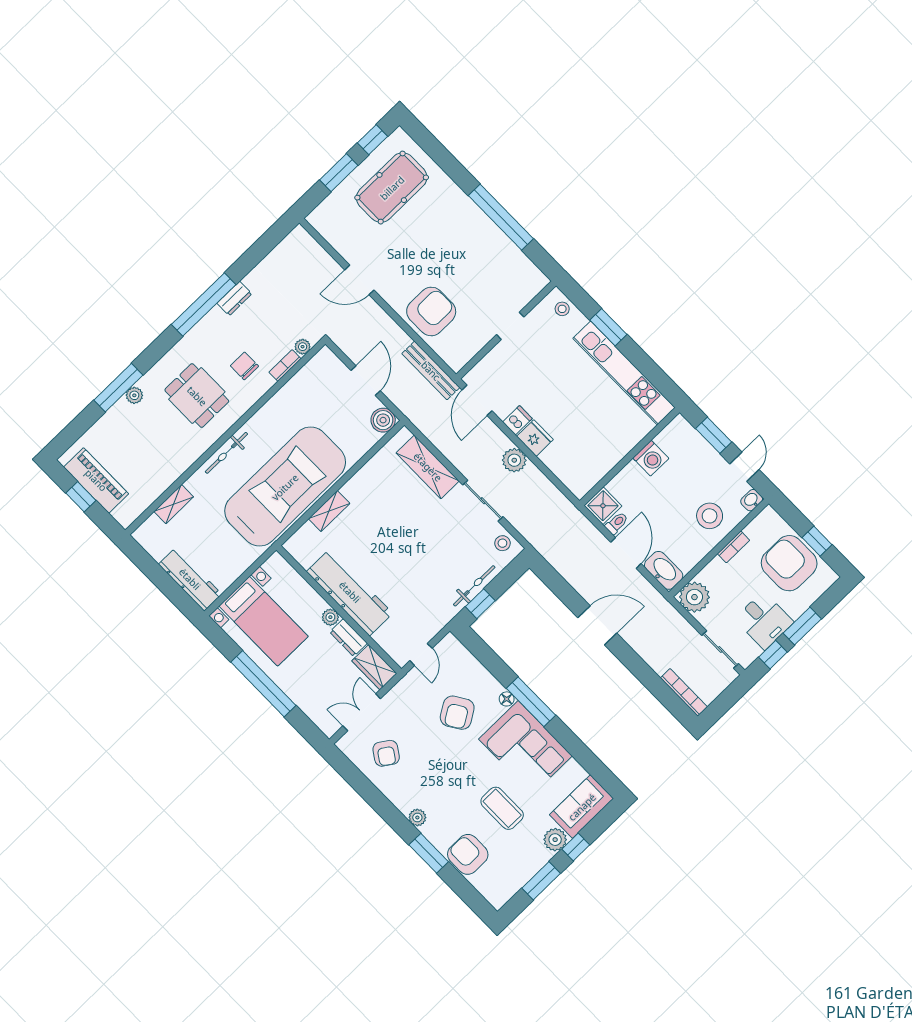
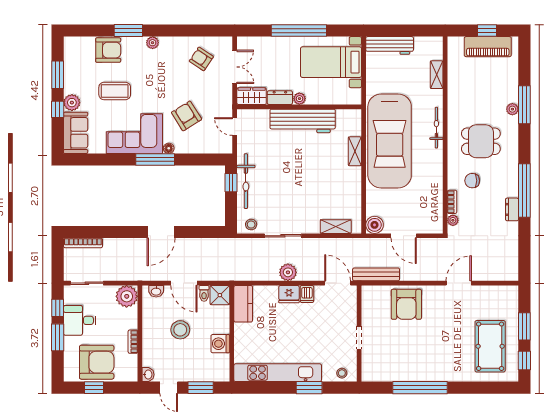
chair: (244, 366) -> (472, 181), turned 180
shelving: (428, 467) -> (336, 227), width x0.67, depth x0.75
kitchen counter: (589, 474) -> (243, 304), added
stool: (710, 516) -> (180, 330), moved
washbasin: (664, 570) -> (156, 291), width x0.52, depth x0.69
bicycle: (474, 586) -> (246, 181), width x1.37, depth x1.40

